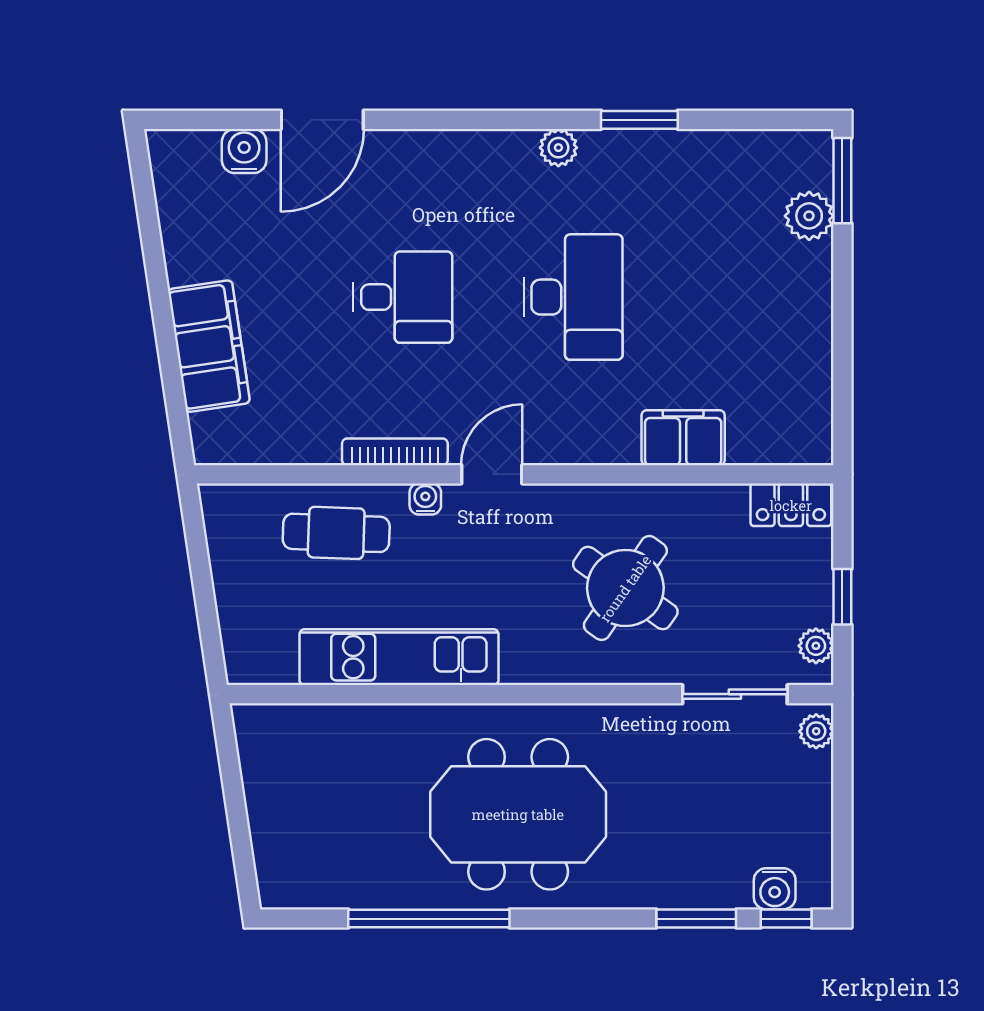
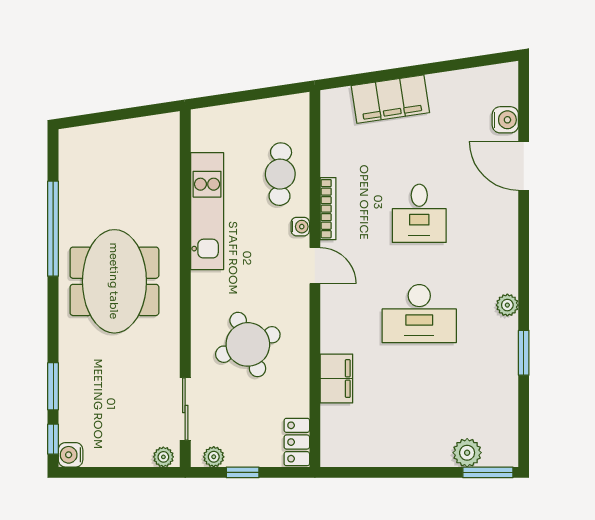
round table: (625, 588) -> (248, 344), turned 33
water cooler: (775, 889) -> (71, 455), moved

